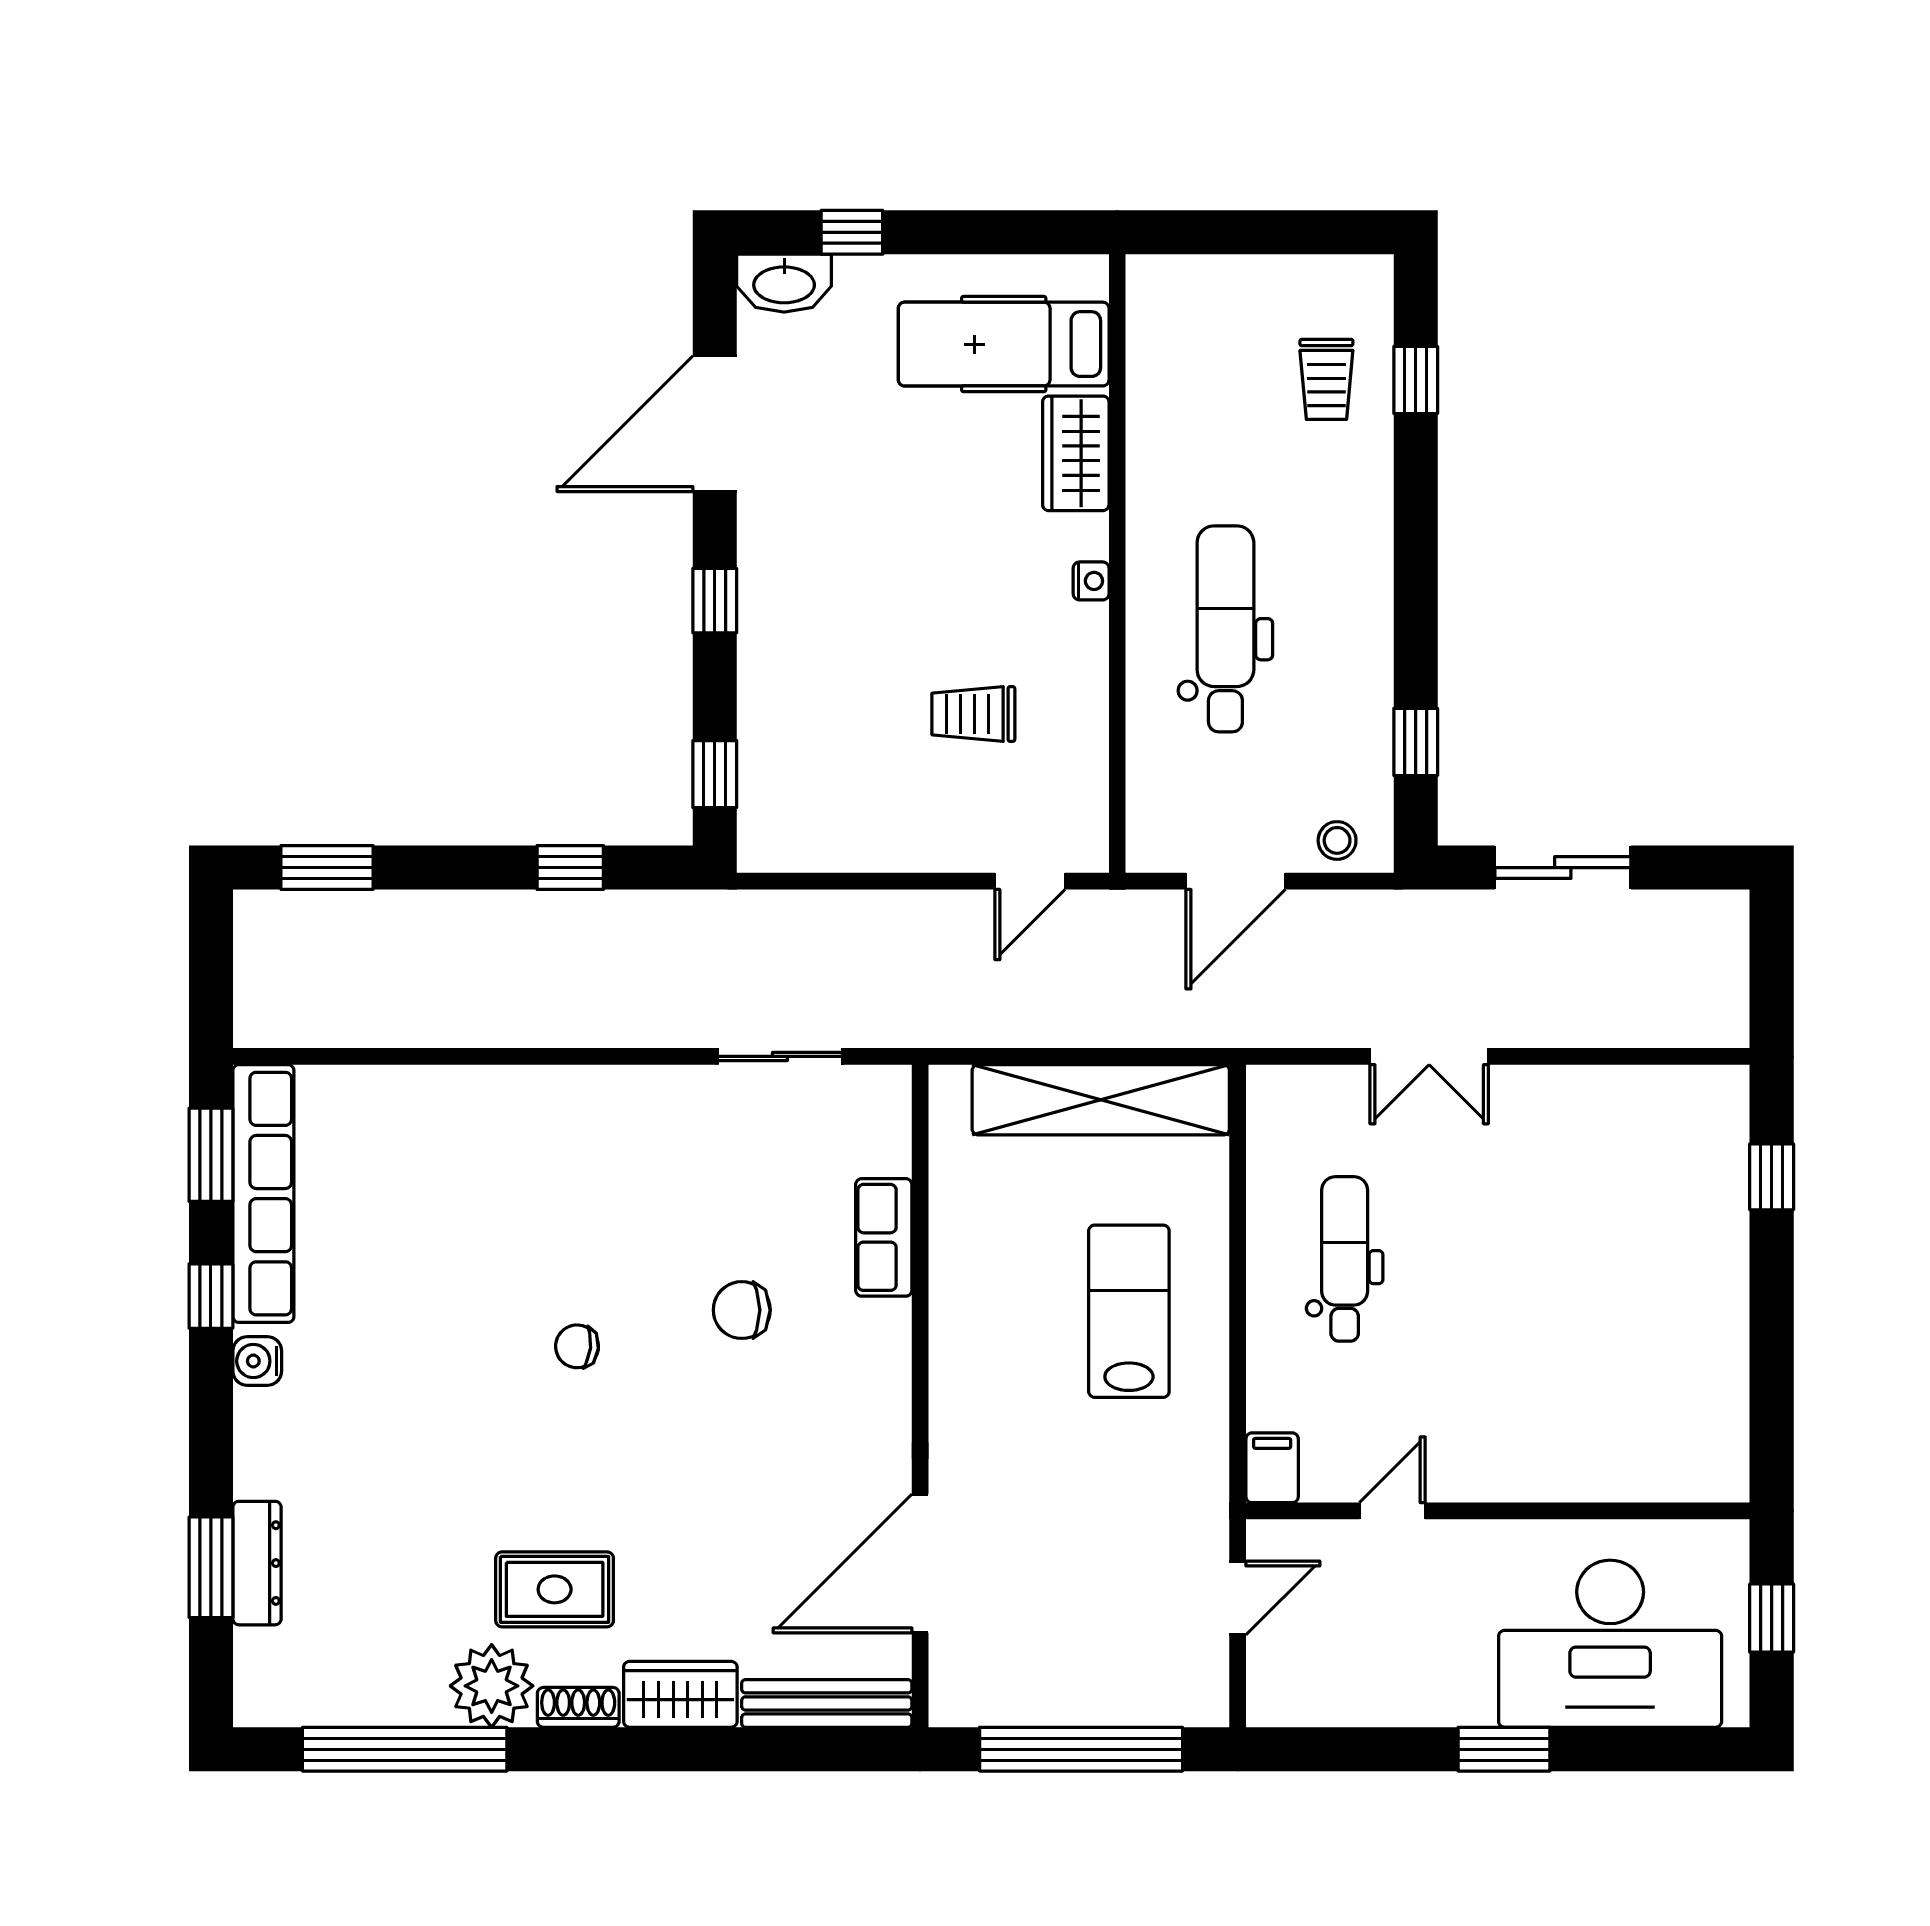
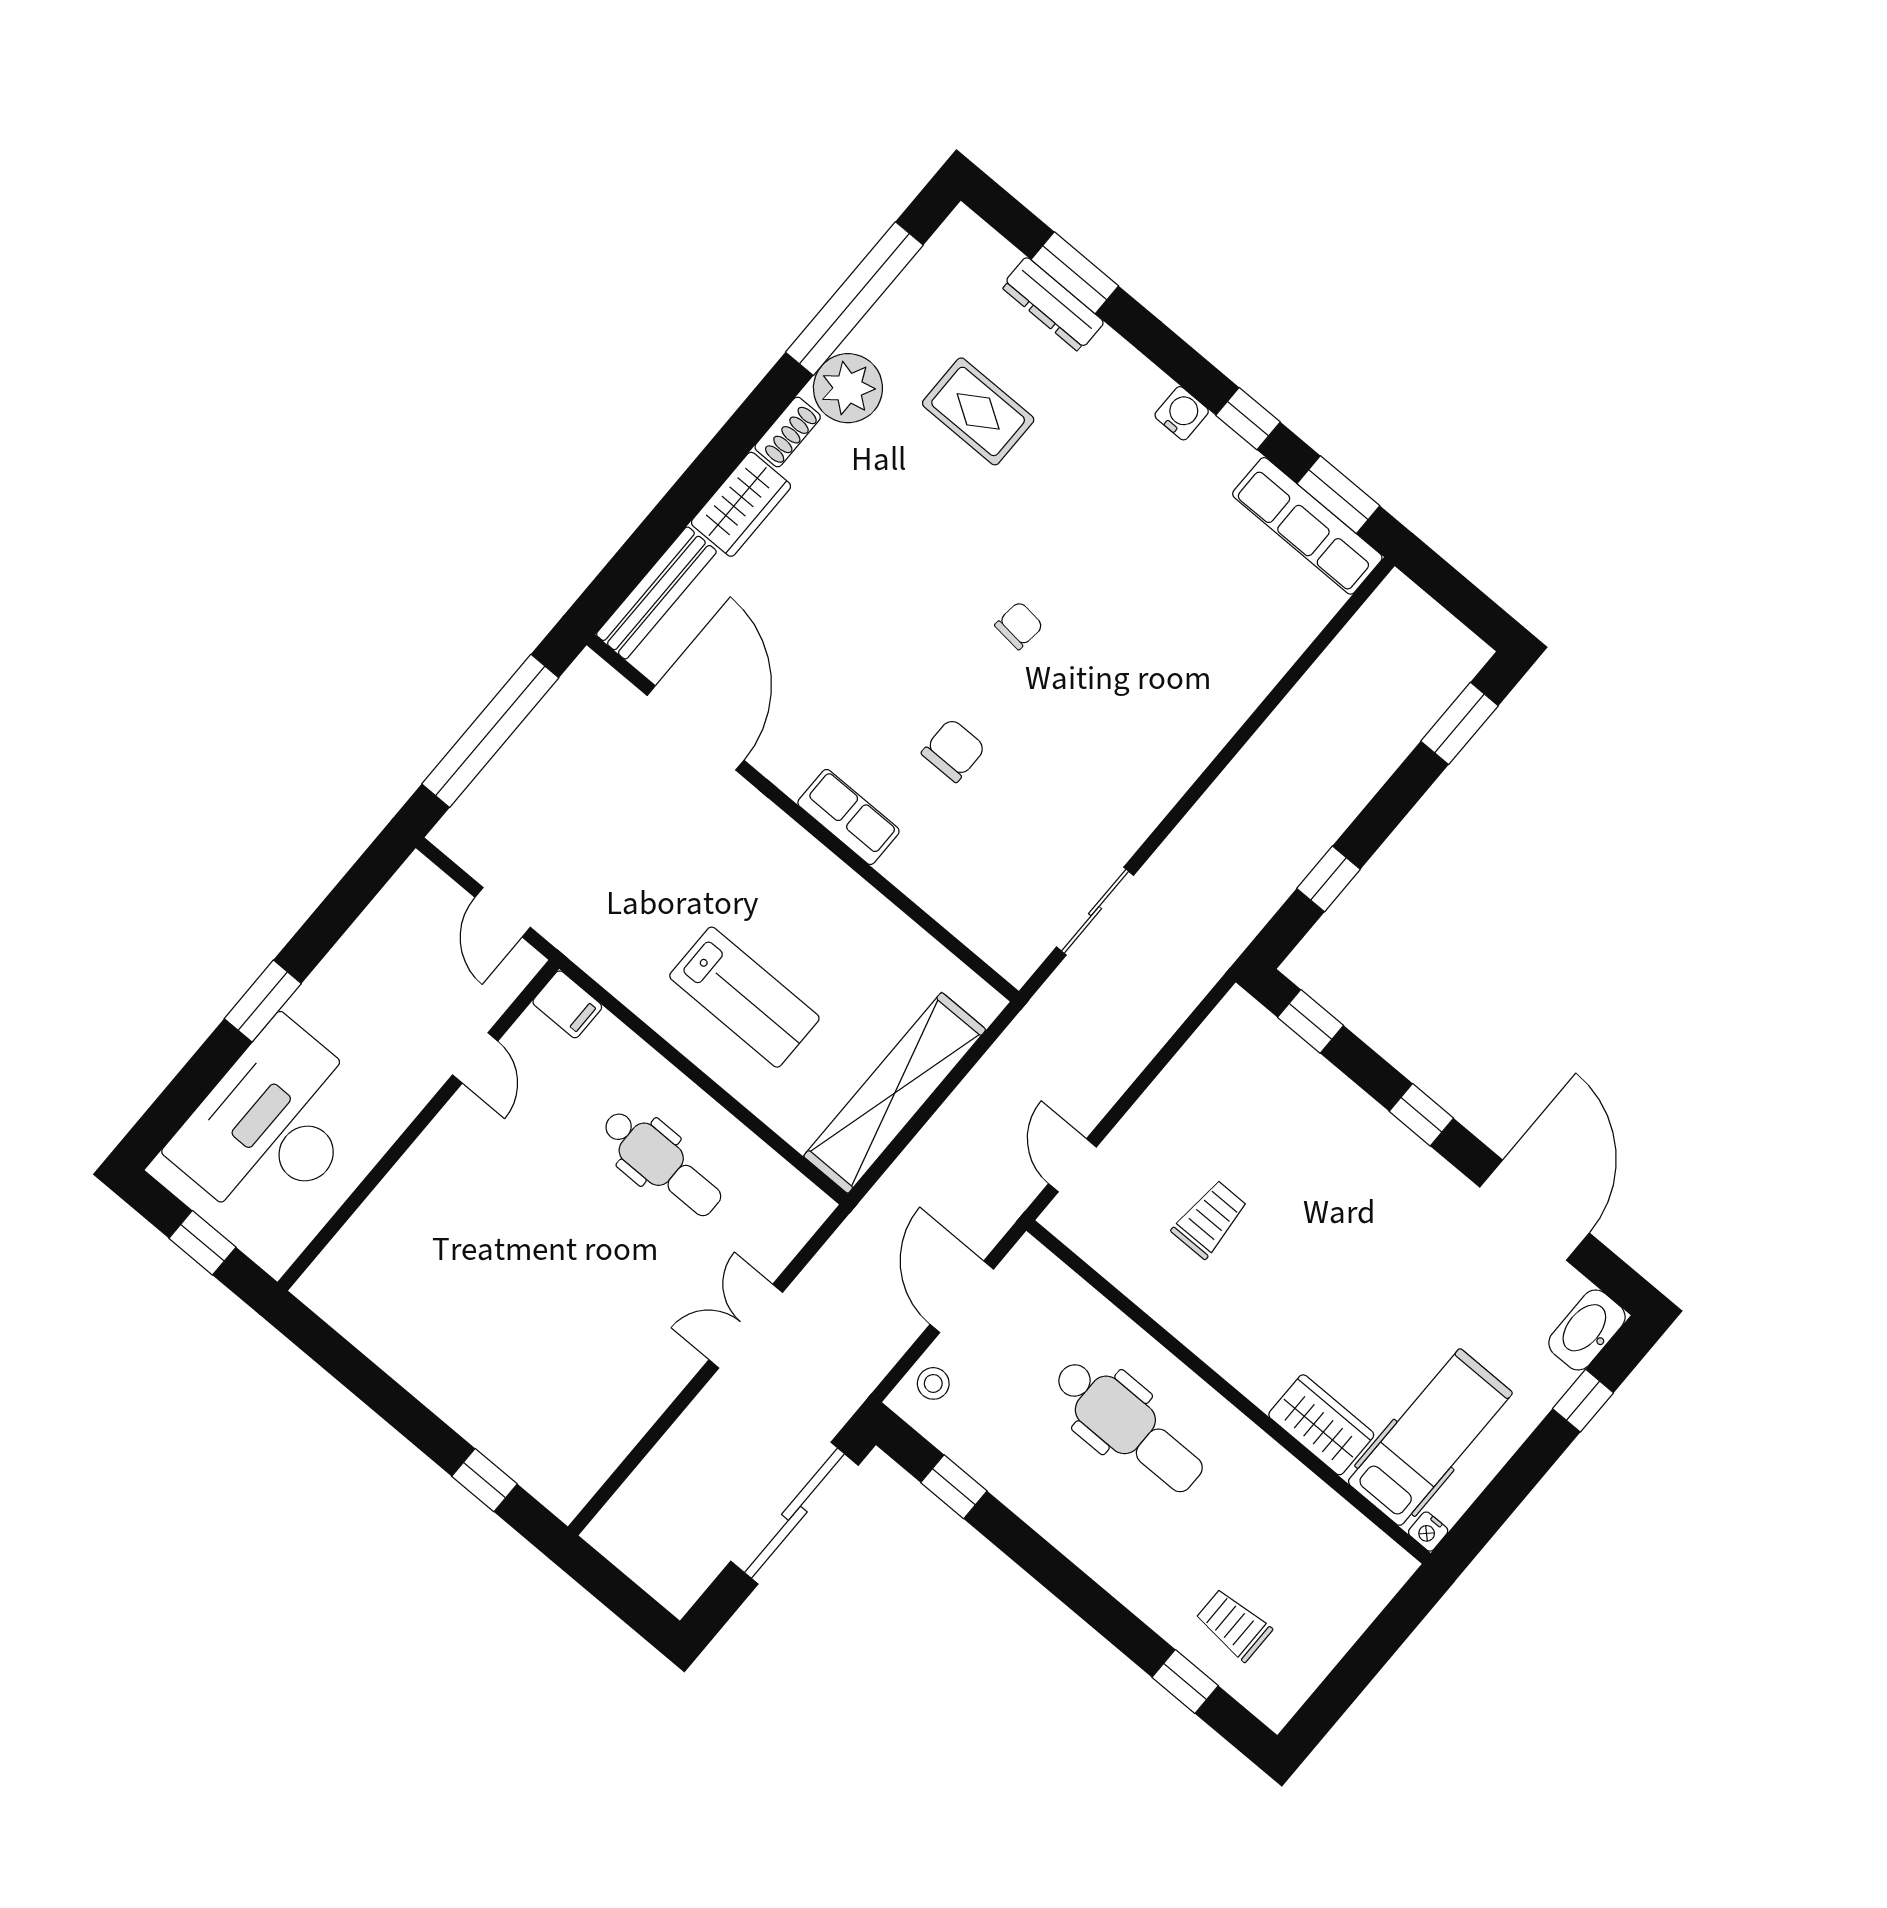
nightstand: (1091, 581) -> (1428, 1532), moved
sliding door: (1563, 868) -> (794, 1513), width x1.37
row of seats: (263, 1194) -> (1307, 526), width x0.73
row of seats: (884, 1237) -> (848, 817), moved
rug: (555, 1589) -> (978, 411), moved, turned 90

